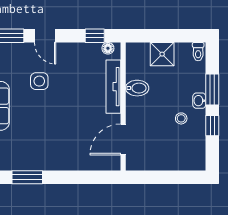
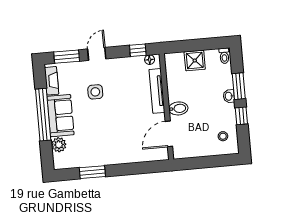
door: (45, 36) -> (97, 54), swing flipped
bidet: (137, 88) -> (178, 108), moved
stool: (181, 118) -> (223, 136), moved

